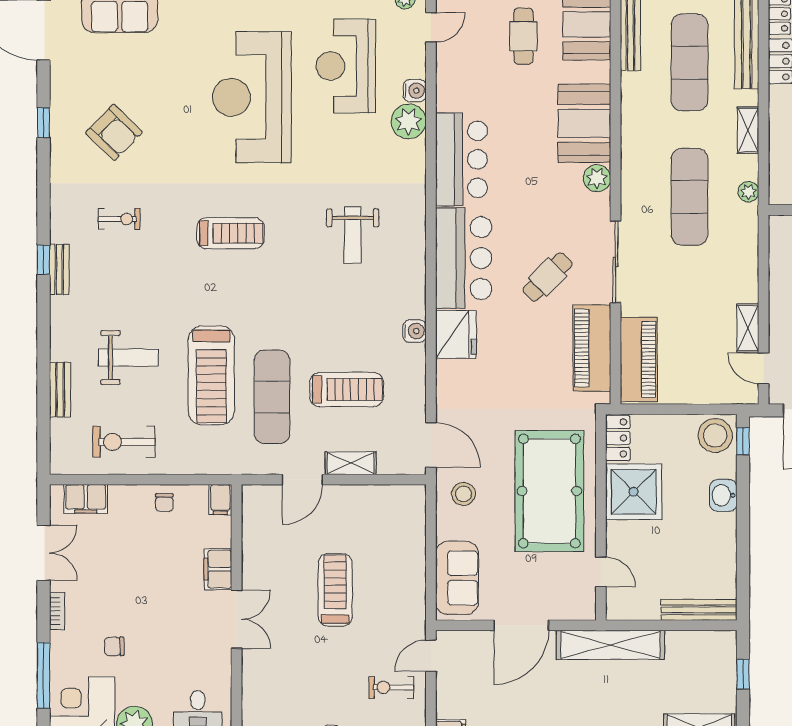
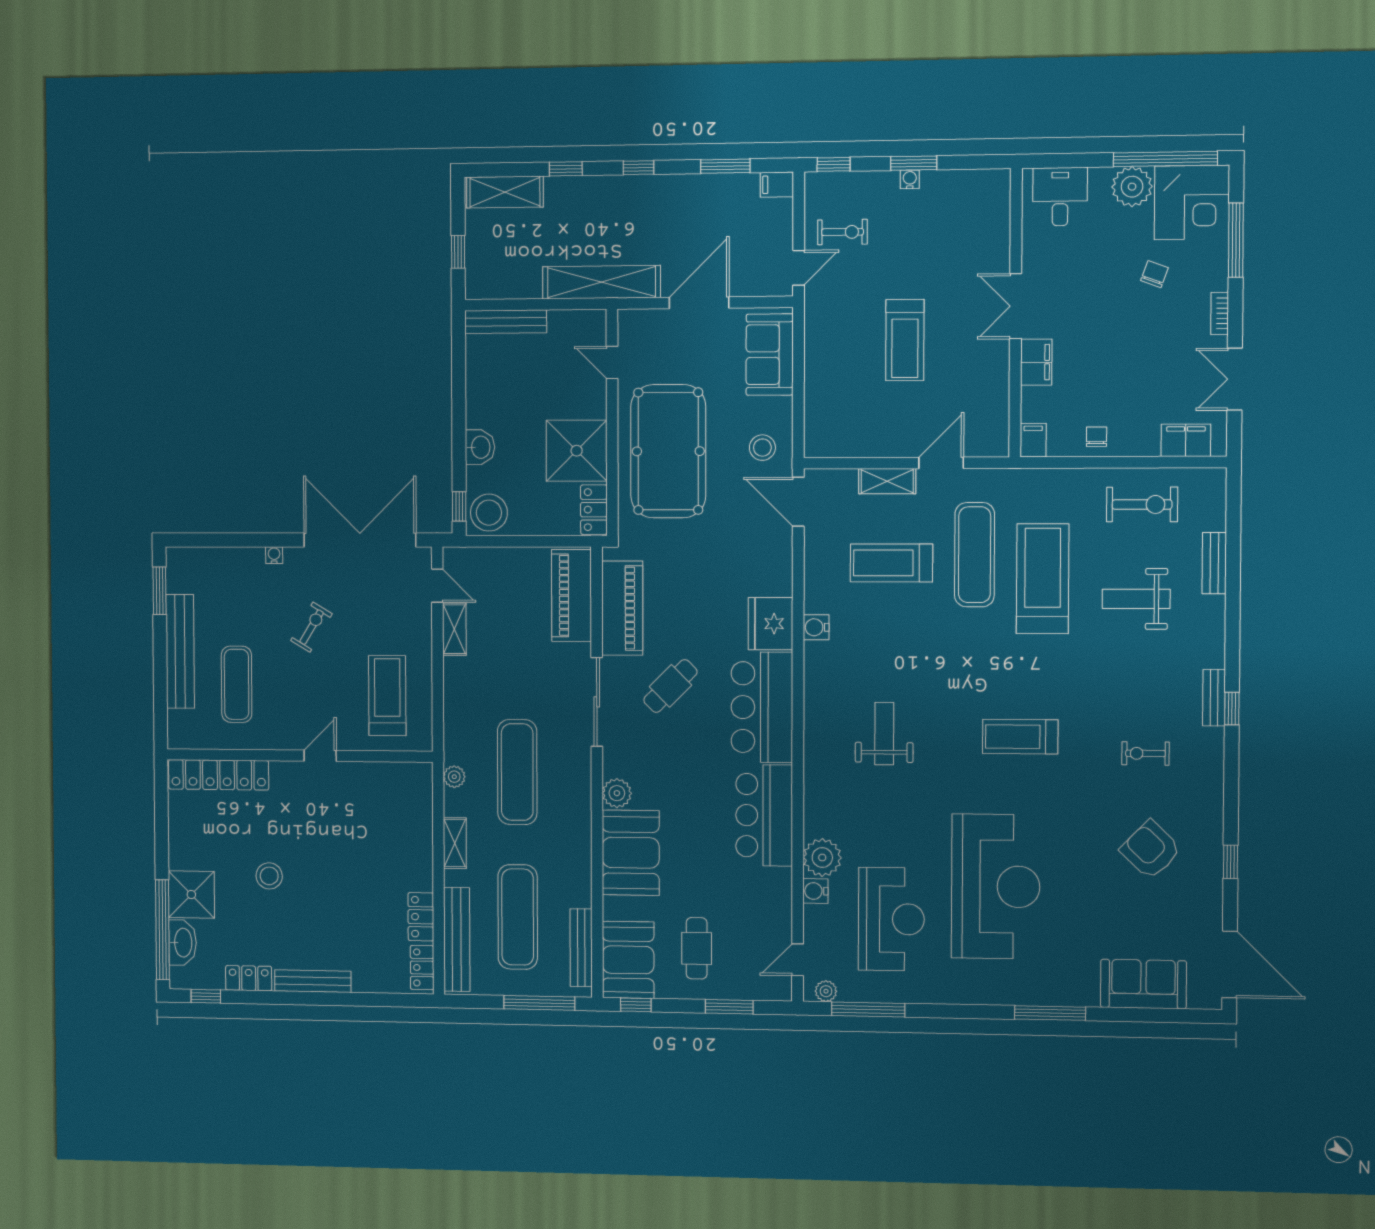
chair: (114, 646) -> (1154, 274), turned -69

